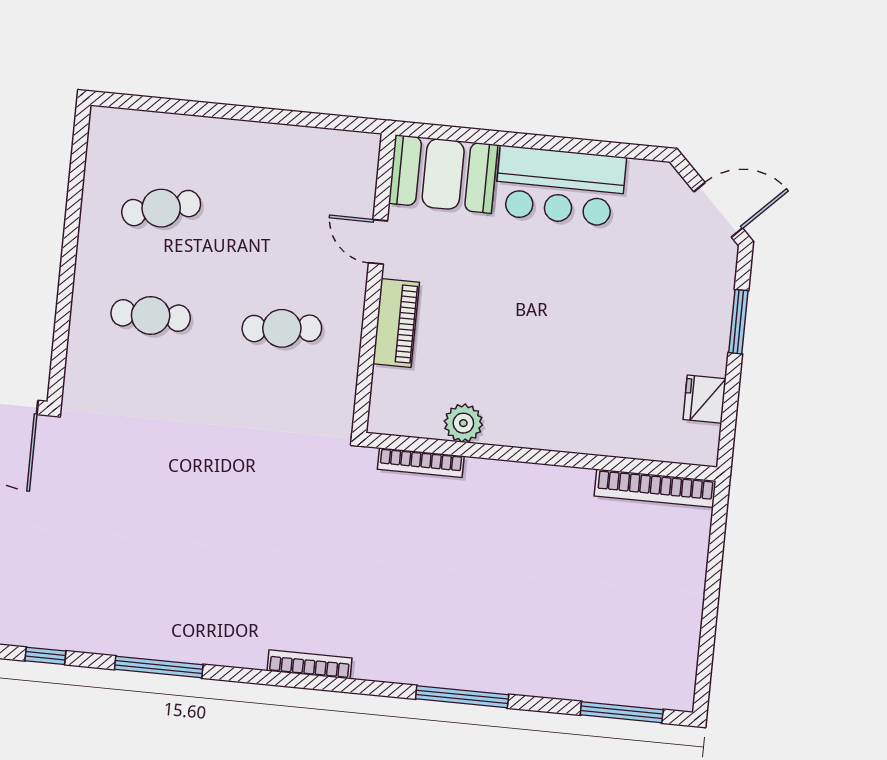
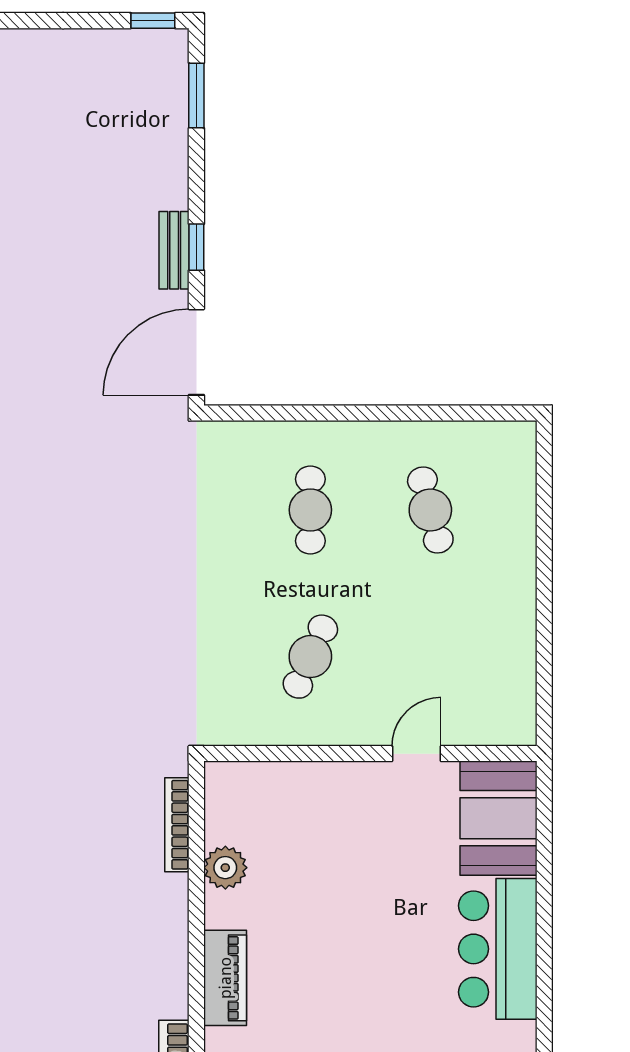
piano: (396, 323) -> (225, 978), moved, turned -90
cafe table: (282, 328) -> (310, 657), turned 30

